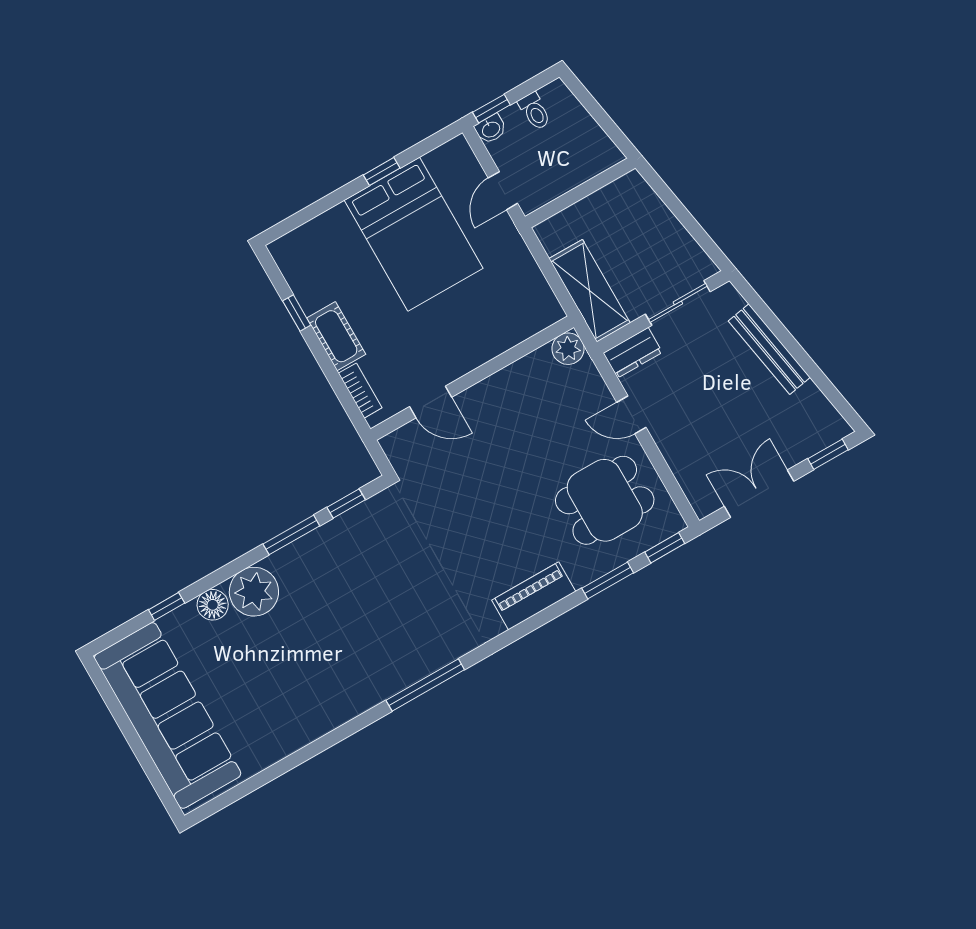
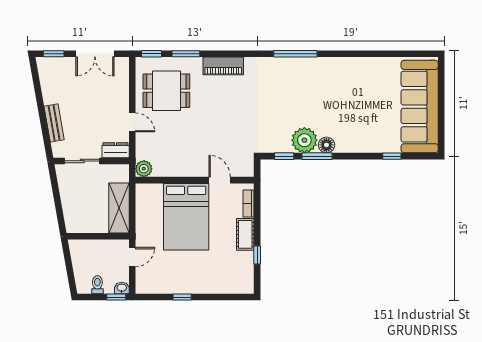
bed: (414, 234) -> (186, 217), moved, turned 180
shelving: (590, 291) -> (119, 208), moved
bench: (769, 349) -> (54, 123), width x0.73
plant: (254, 592) -> (304, 140), moved
floor lamp: (213, 605) -> (326, 145), moved

